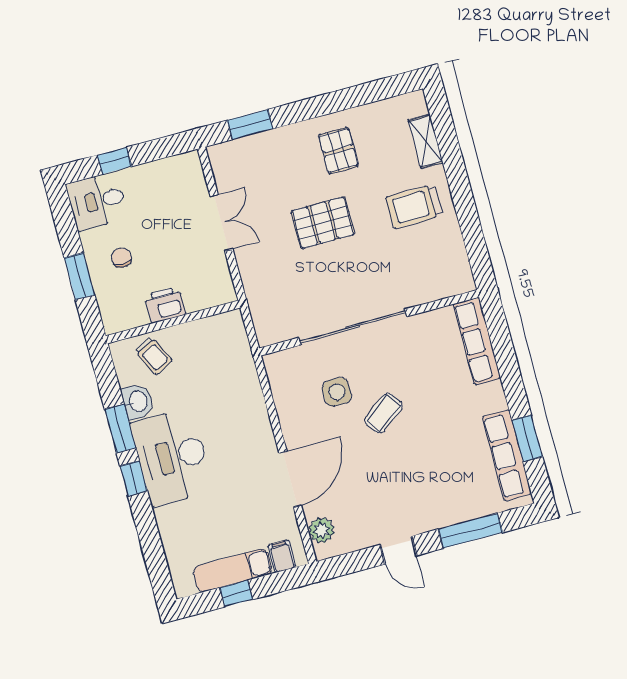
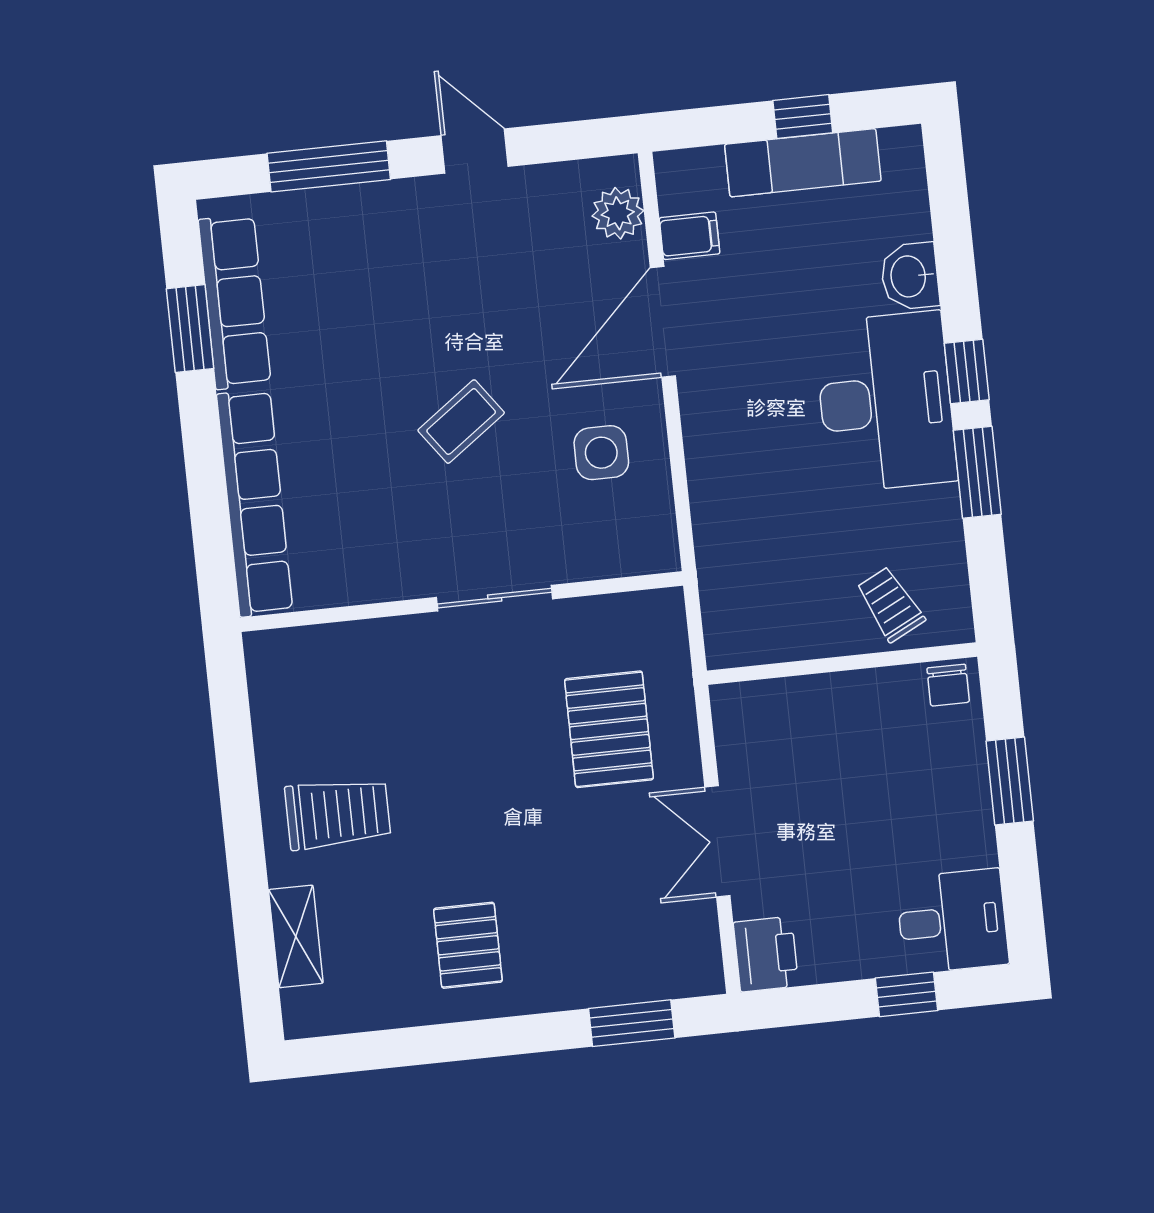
pallet: (323, 223) -> (609, 729), moved, turned 90
chair: (121, 258) -> (948, 685), moved
printer: (165, 305) -> (766, 954), moved, turned -90
sliding door: (353, 327) -> (495, 598), width x0.54
row of seats: (477, 341) -> (255, 503), width x1.36
side table: (337, 392) -> (601, 453), moved
washbasin: (138, 402) -> (910, 276), moved
filing cabinet: (282, 556) -> (690, 236), moved, turned -90

